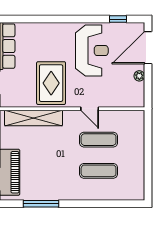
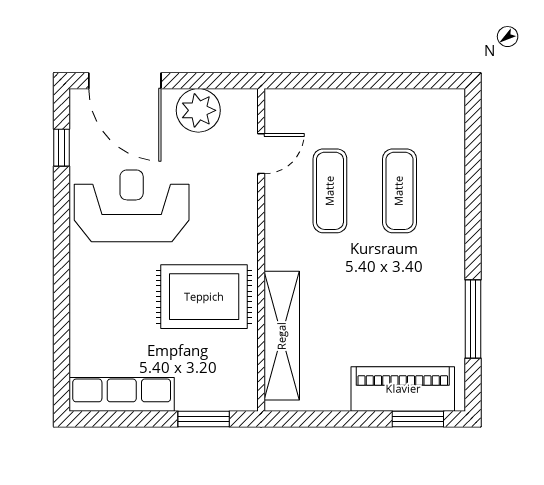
plant: (139, 76) -> (198, 110), width x1.88, depth x1.88
door: (90, 109) -> (261, 154), moved

